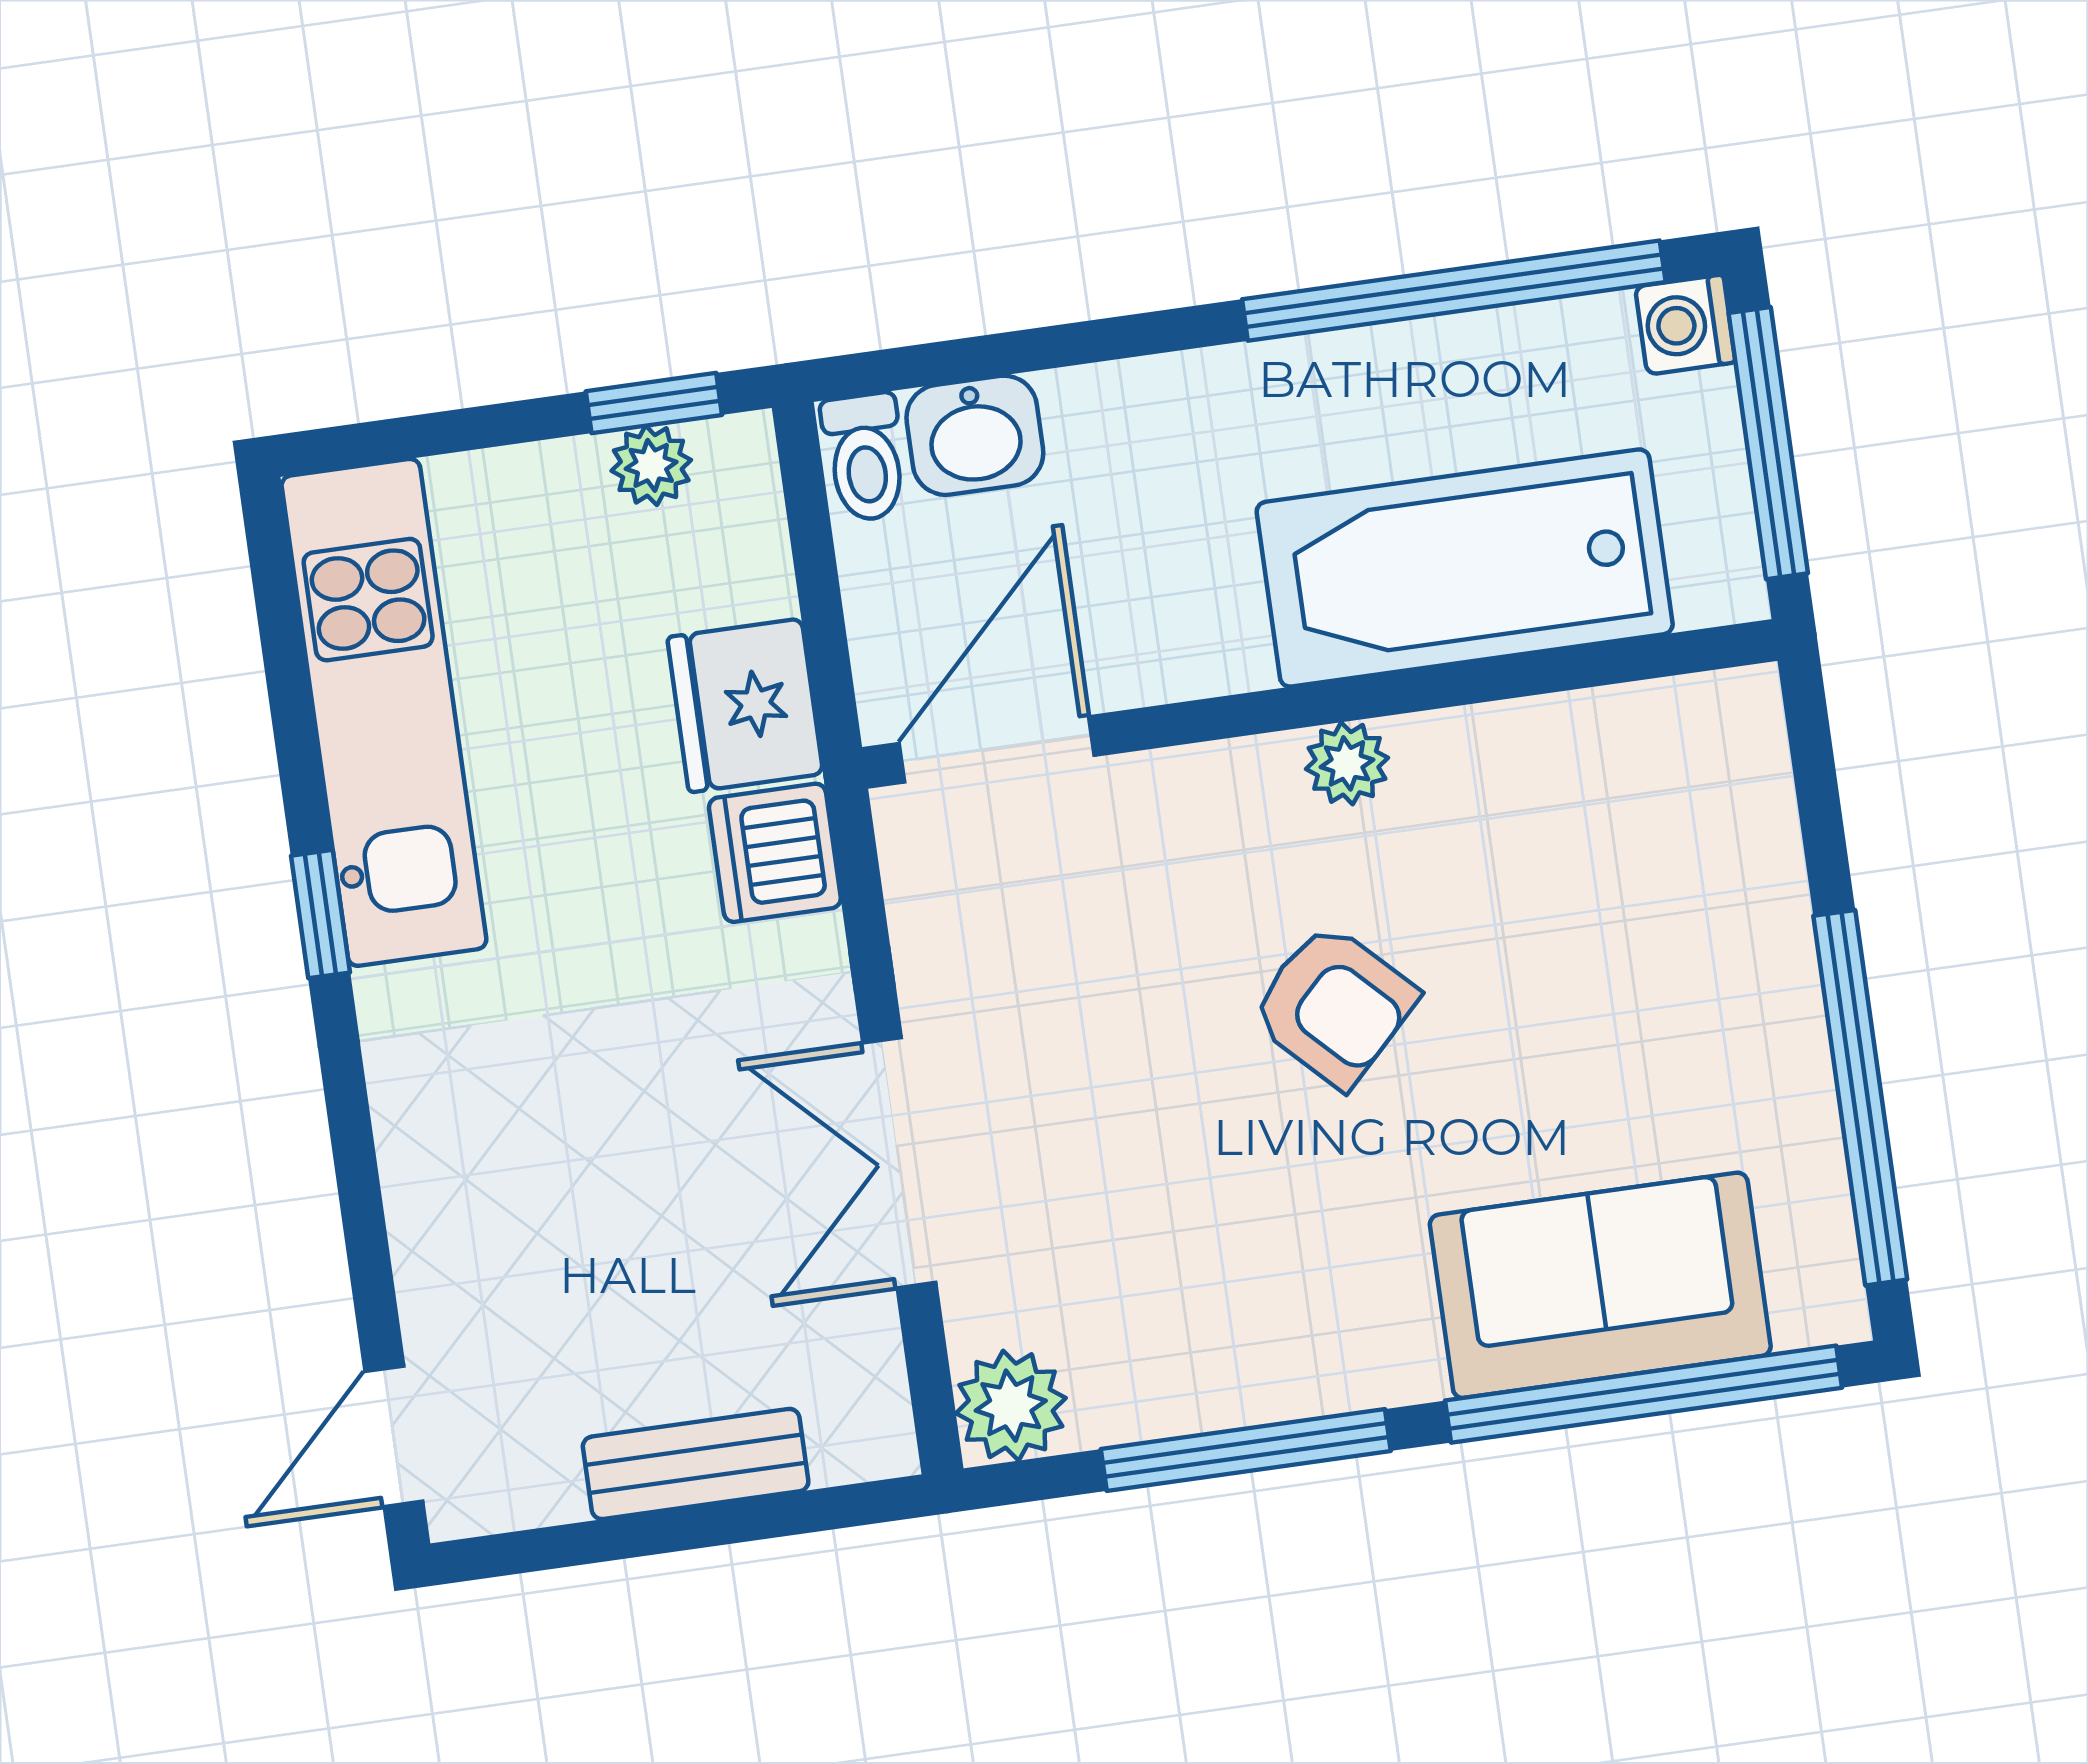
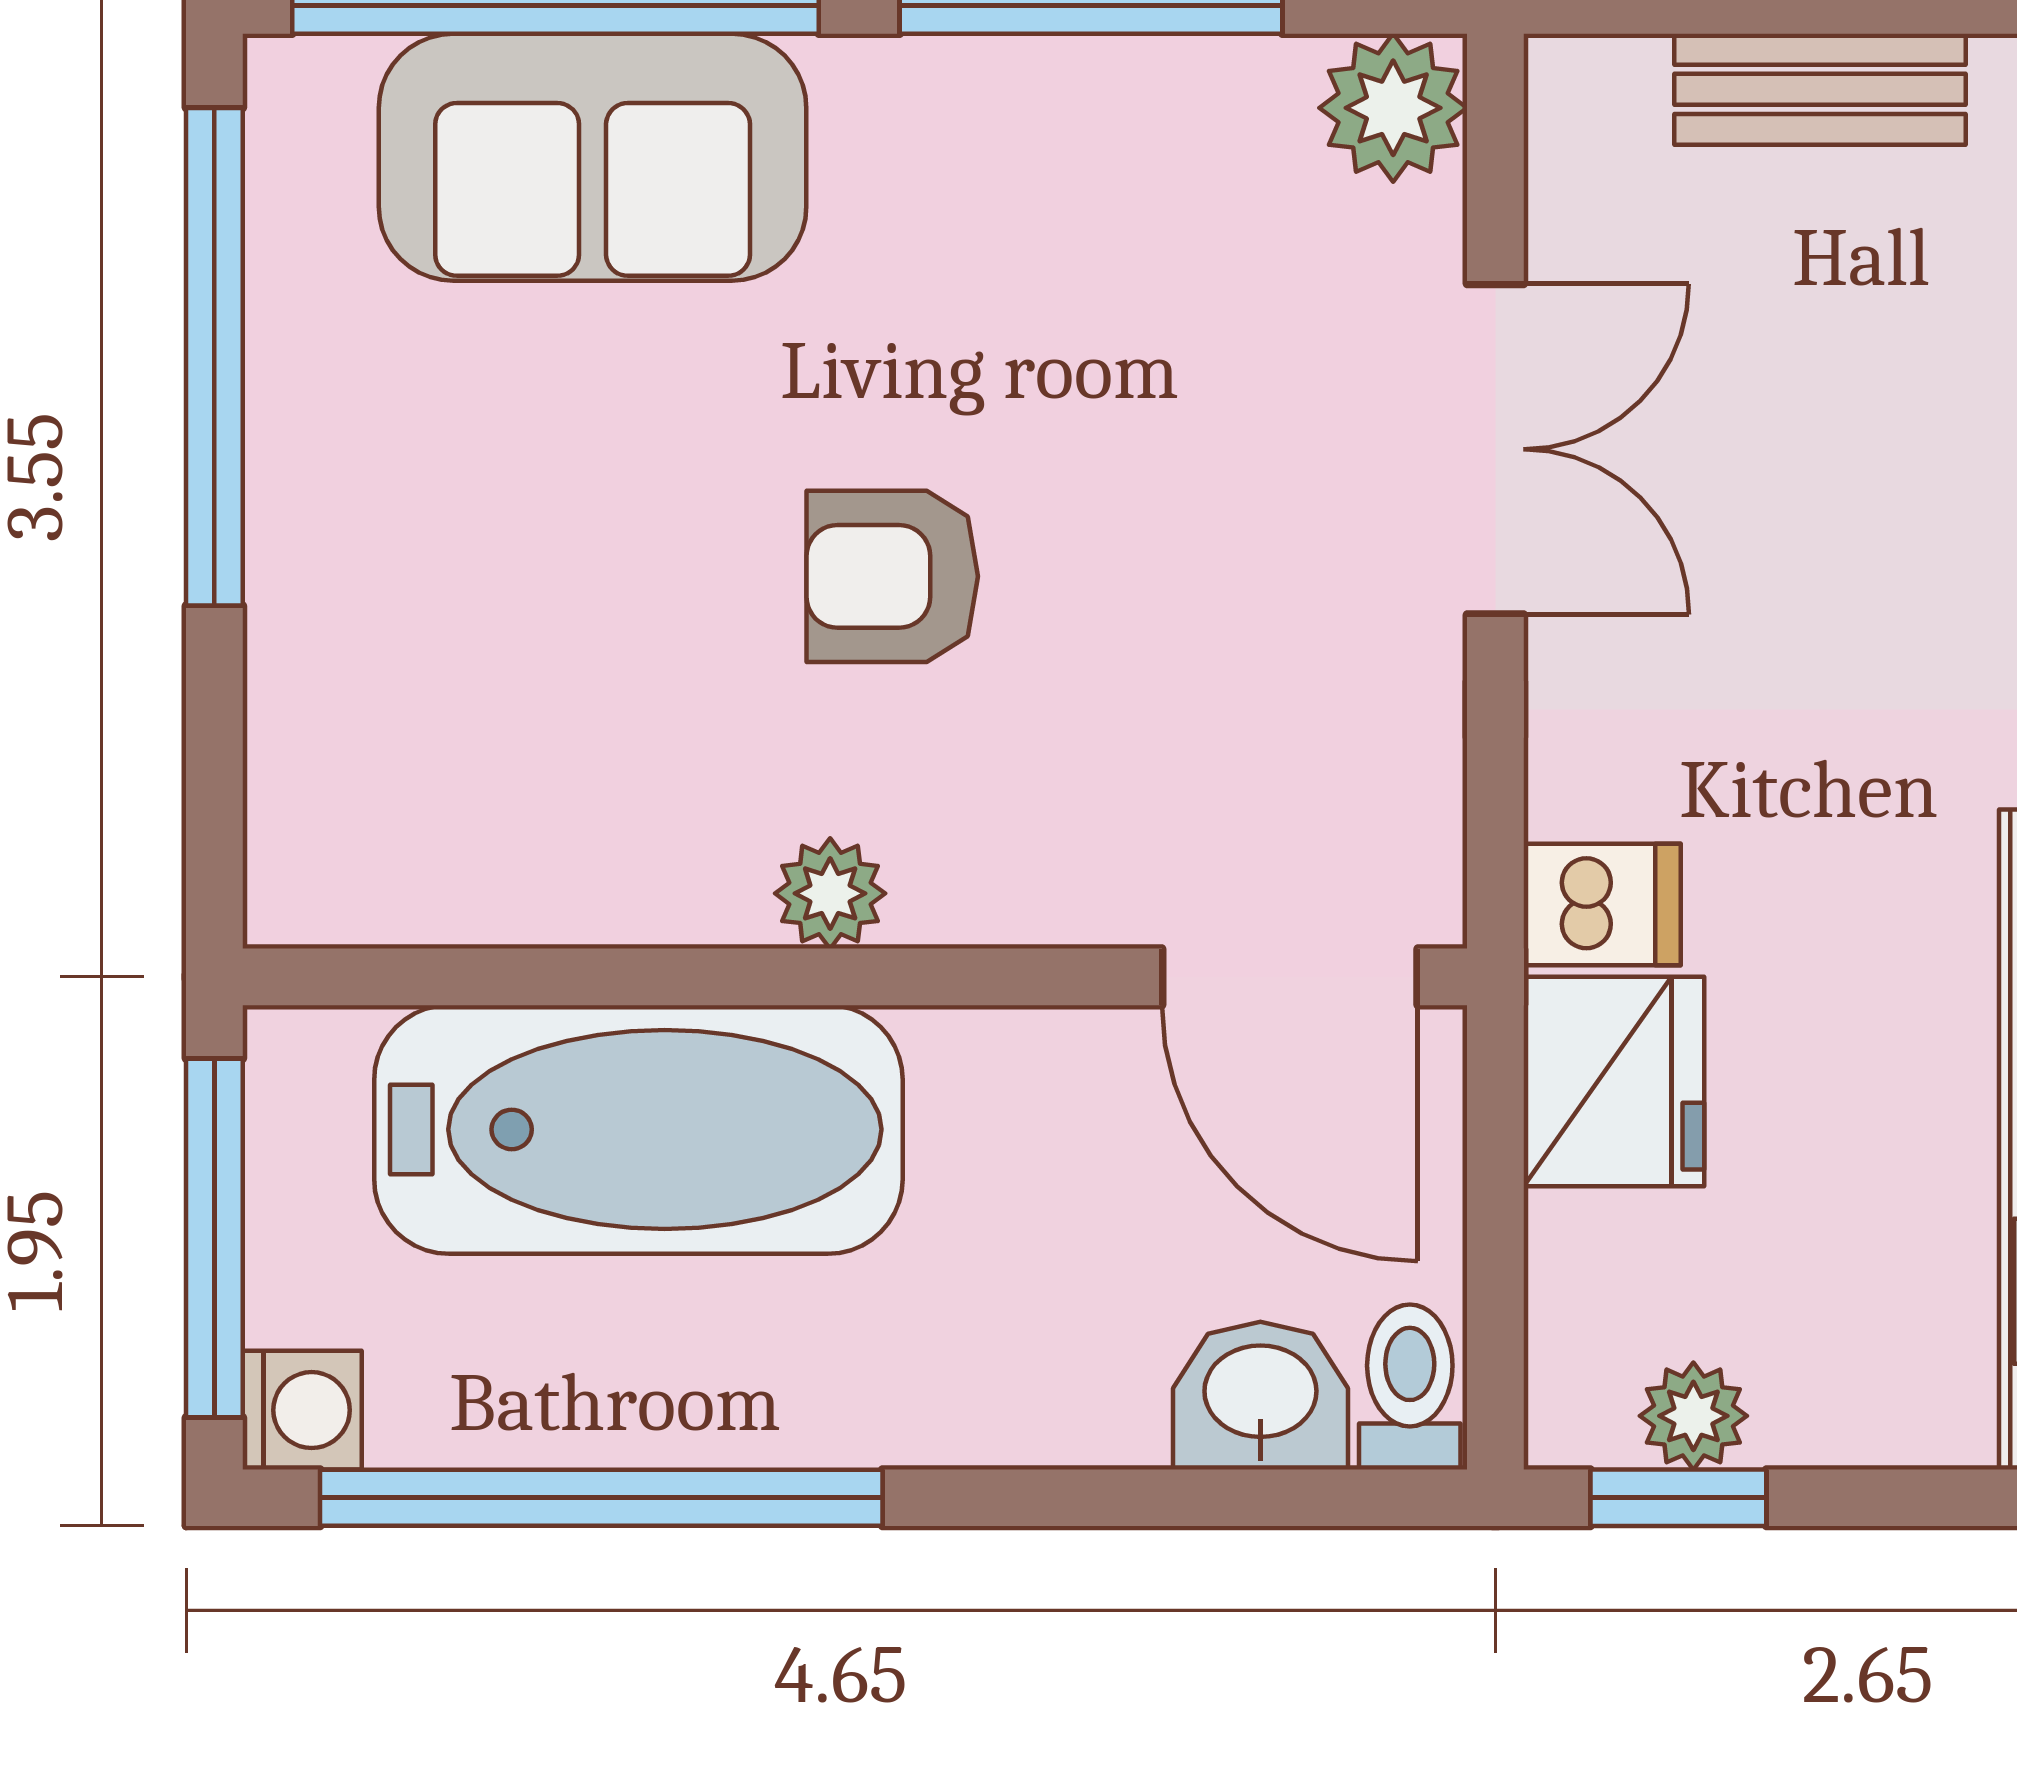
door: (997, 749) -> (1290, 977), hinge flipped
dishwasher: (775, 853) -> (1602, 904), width x0.73
armchair: (1334, 1005) -> (892, 576), turned -45

